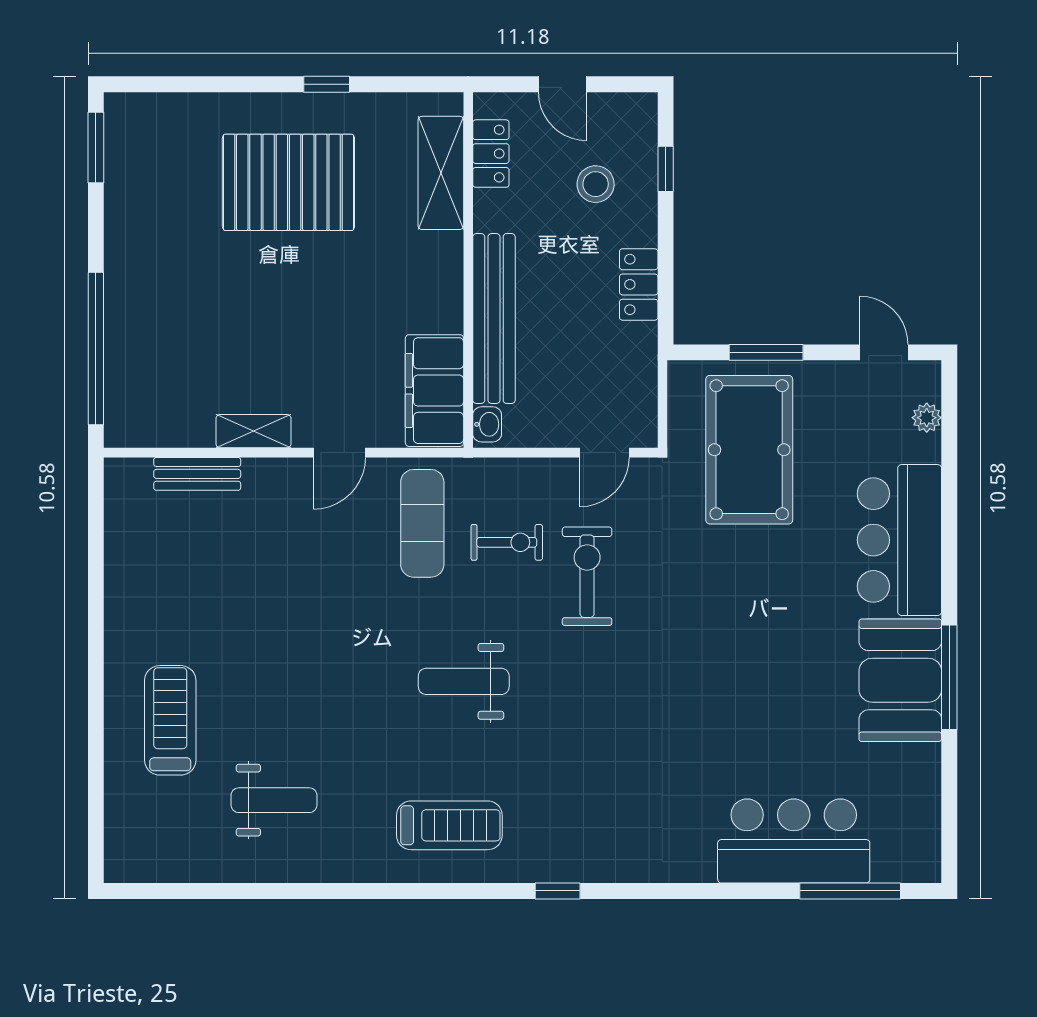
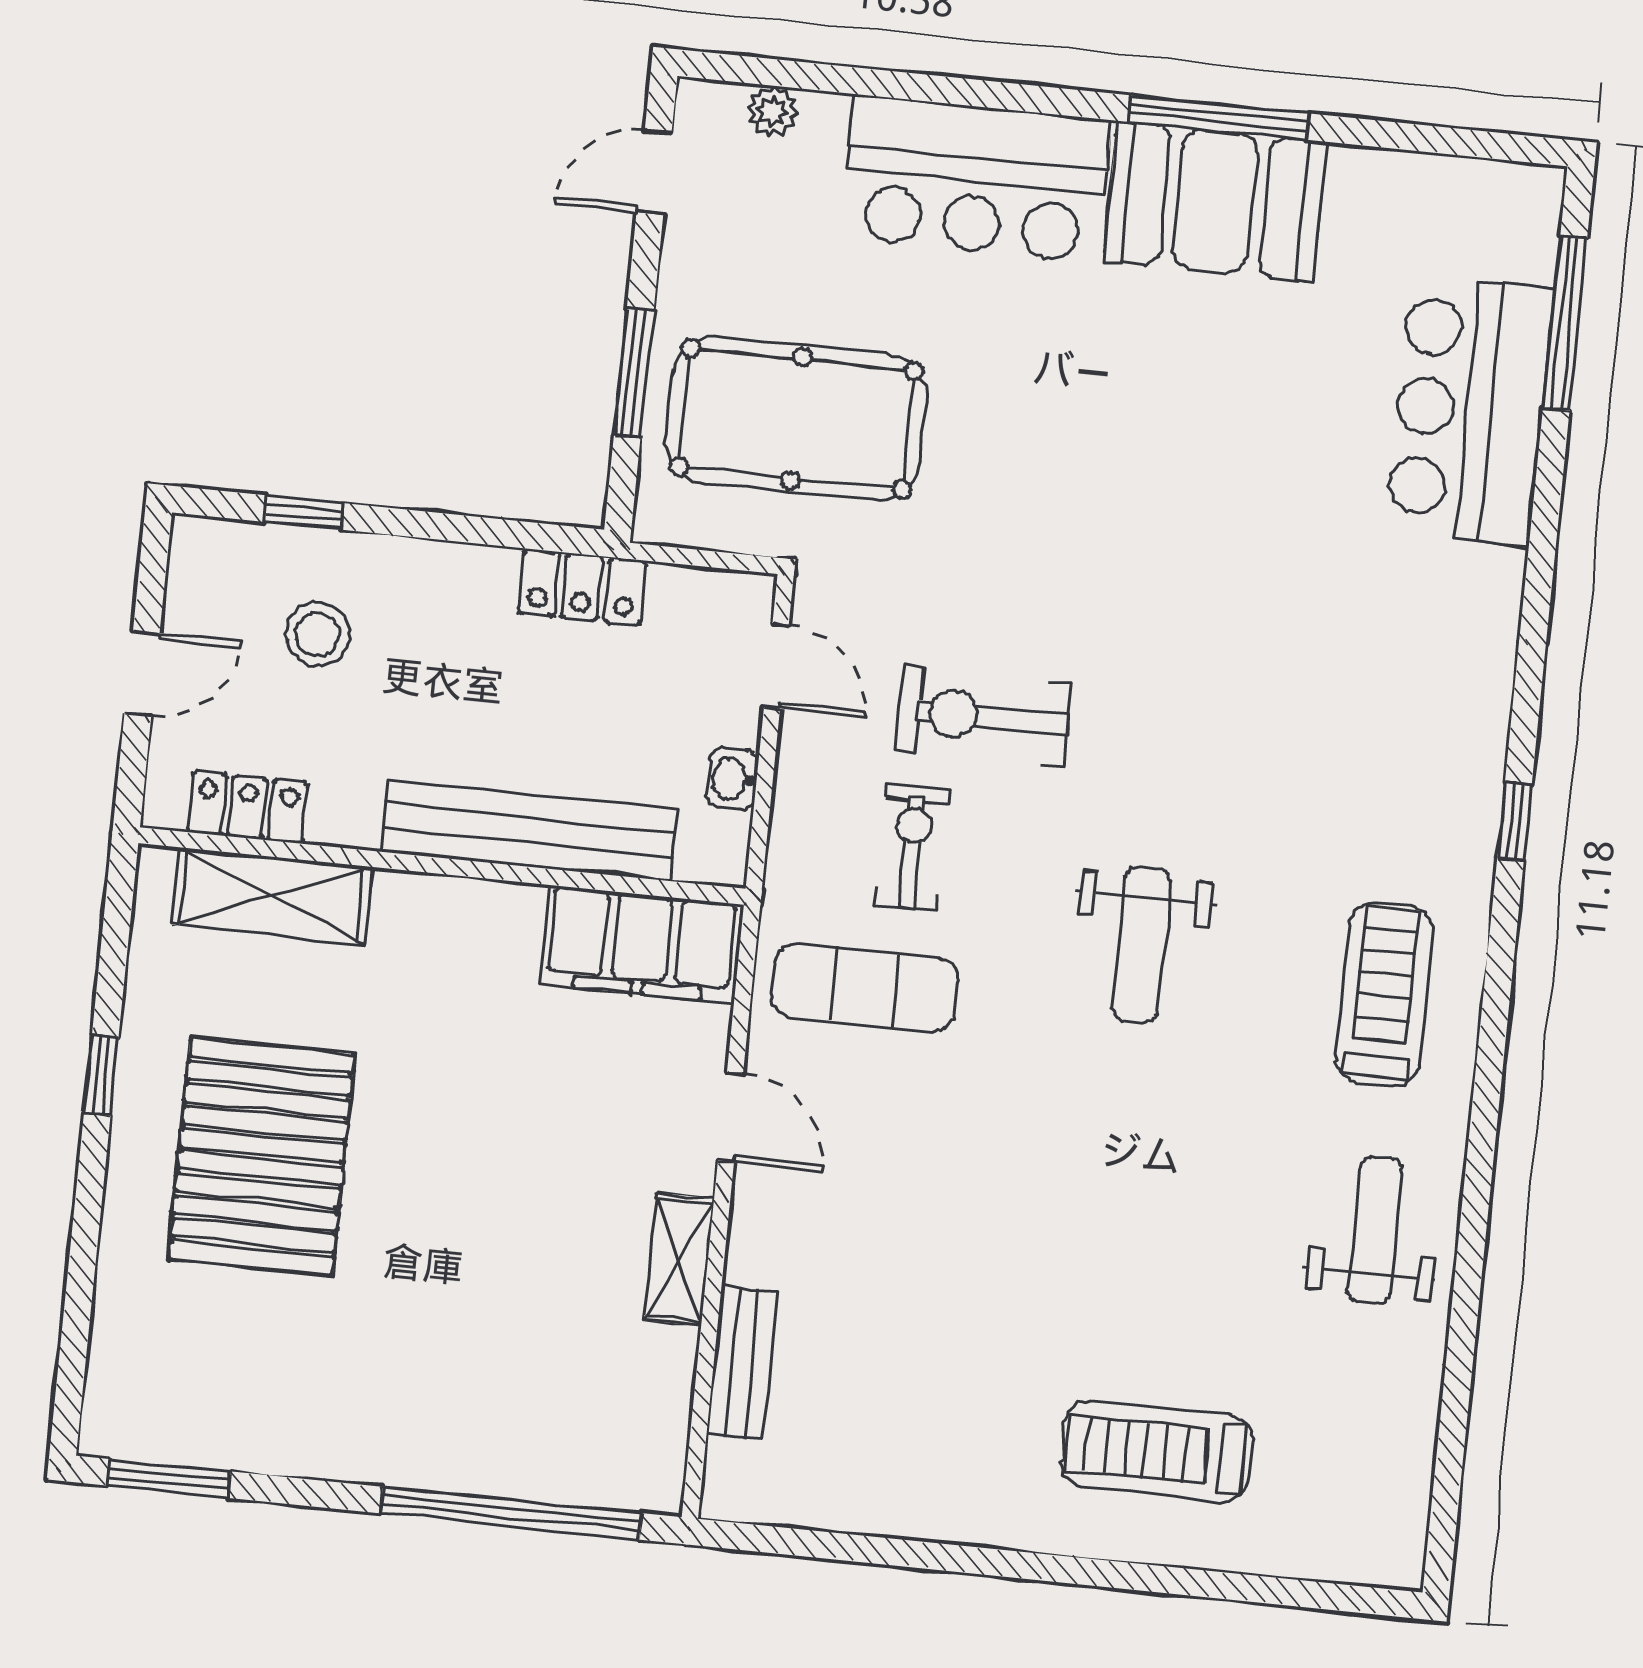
locker: (639, 284) -> (582, 587), moved
washbasin: (487, 424) -> (732, 779), moved, turned -90
weight bench: (274, 800) -> (1375, 1230), moved

